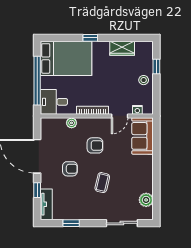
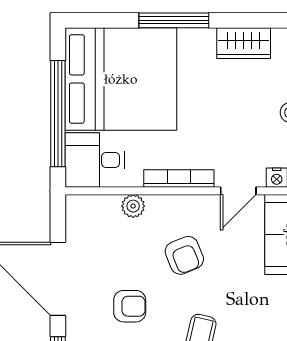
window: (90, 38) -> (174, 20), width x2.17
bed: (66, 58) -> (121, 79), width x1.36
armchair: (95, 145) -> (184, 255), turned 68

